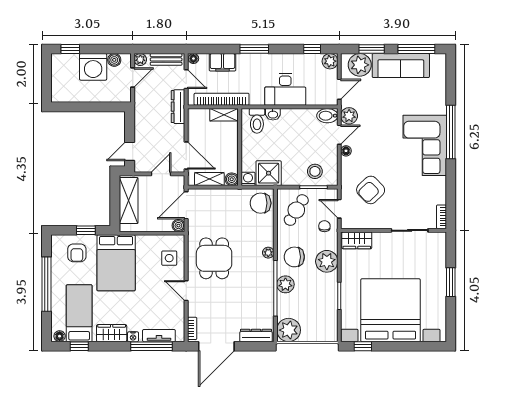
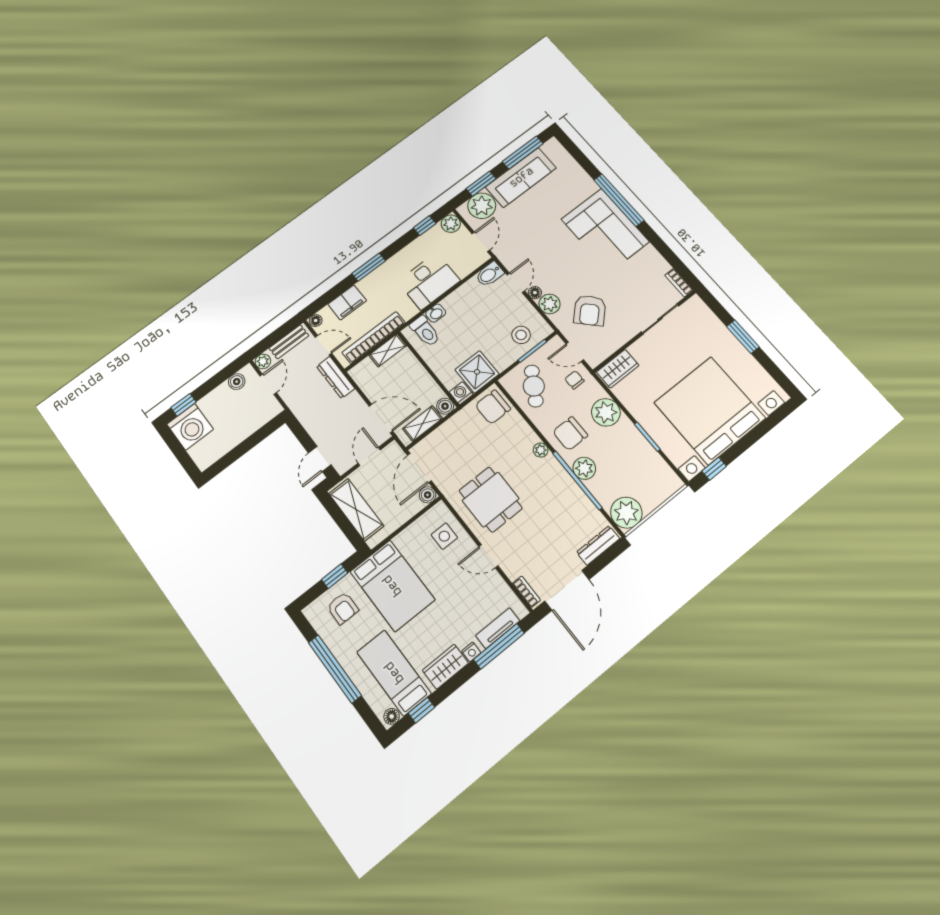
washing machine: (93, 67) -> (190, 427), moved
plant: (349, 116) -> (550, 304), moved

